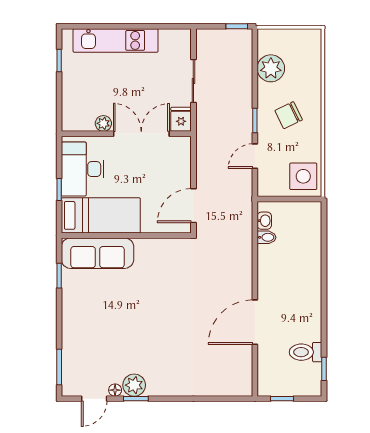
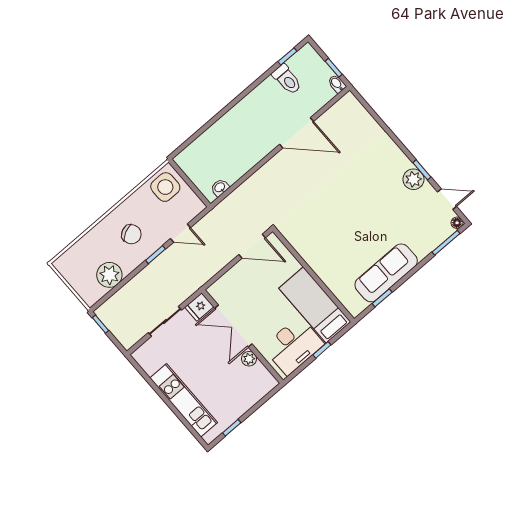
bidet: (267, 237) -> (337, 84), moved
sofa: (98, 253) -> (386, 273), moved, turned -90
floor lamp: (115, 390) -> (457, 223), moved

